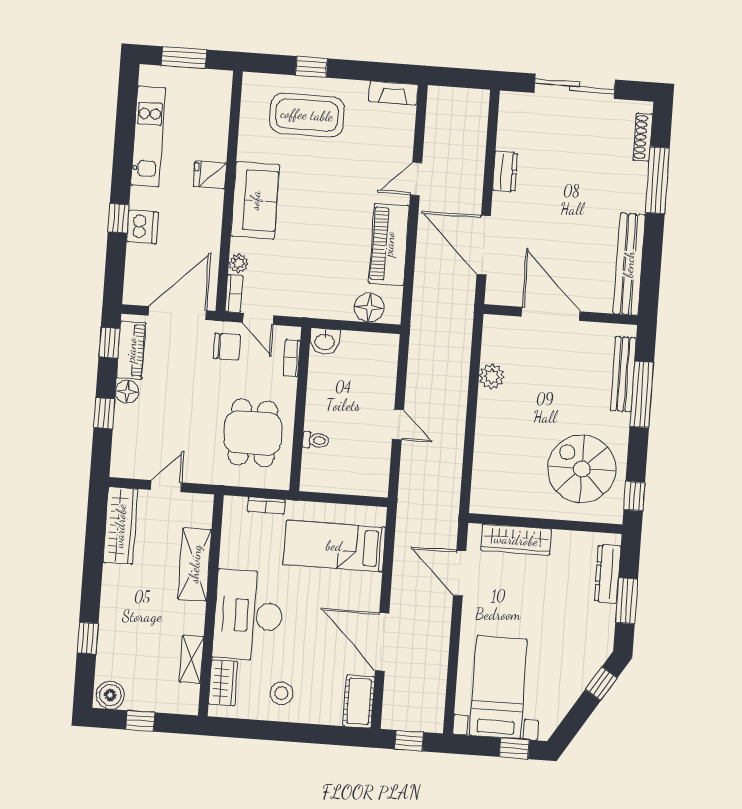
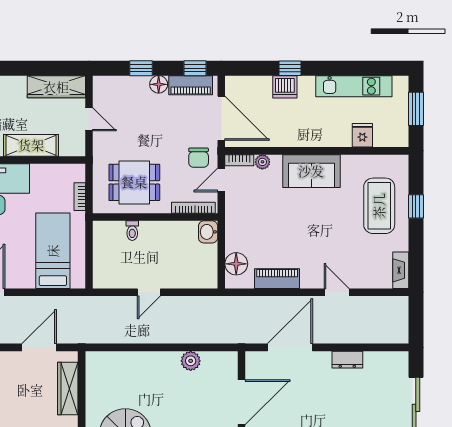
fridge: (210, 175) -> (362, 135), moved
piano: (389, 244) -> (277, 279), width x0.73, depth x0.75
bookcase: (292, 358) -> (193, 208), width x1.56

